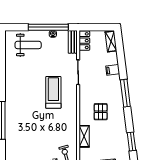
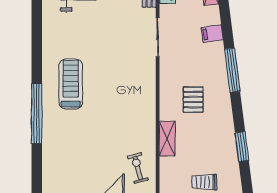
treadmill: (53, 92) -> (71, 84), moved

